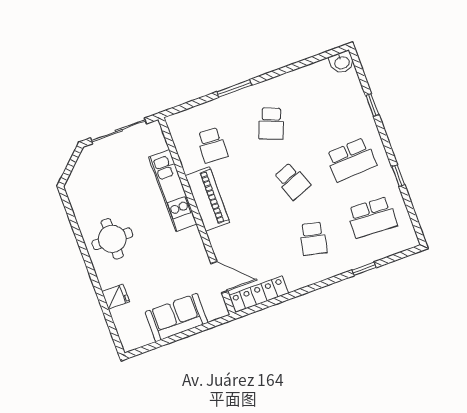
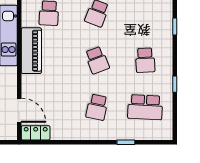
school desk: (351, 160) -> (145, 60), width x0.54
locker: (259, 294) -> (36, 133), width x0.66

